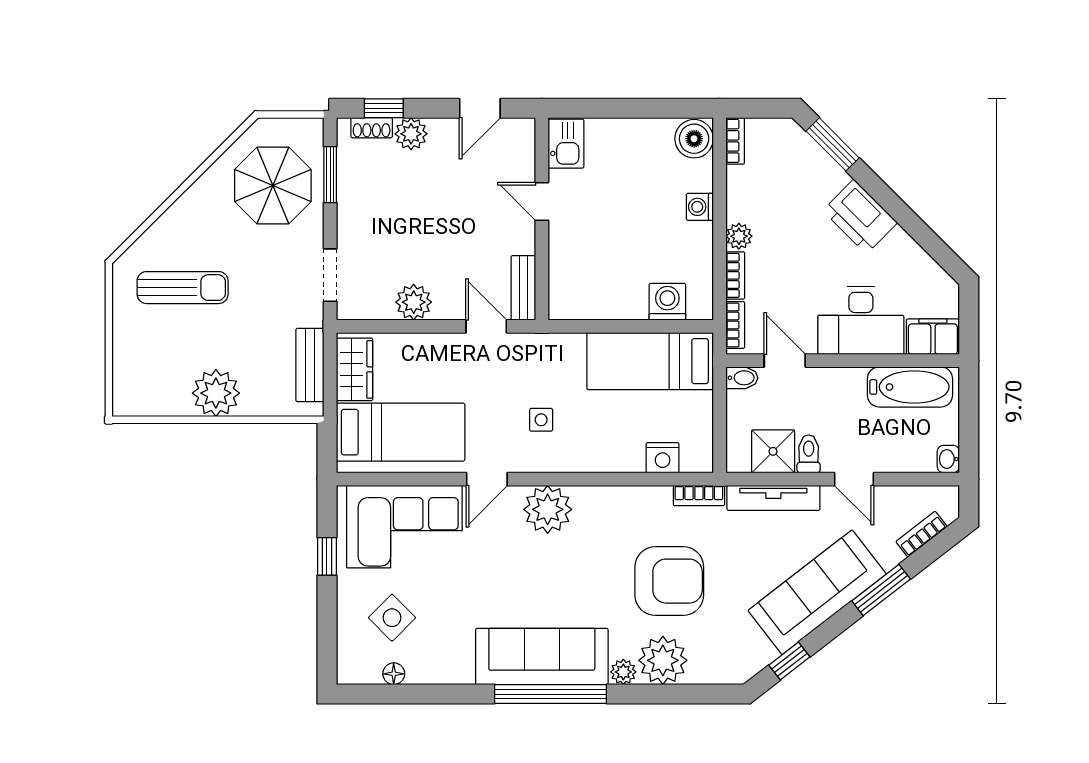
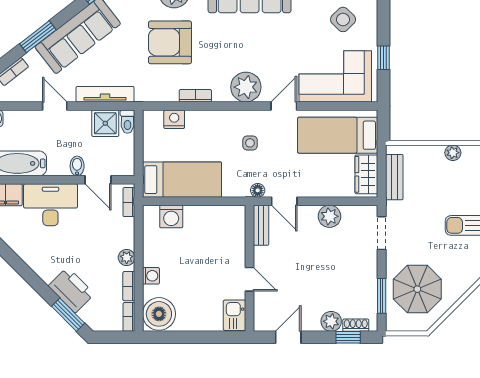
boiler: (694, 139) -> (159, 314), width x1.37, depth x1.37
printer: (860, 217) -> (71, 290), moved
bookcase: (735, 275) -> (129, 286), moved
floor lamp: (529, 344) -> (258, 190), added
bidet: (742, 378) -> (77, 166), moved, turned 90
plant: (216, 393) -> (453, 153), width x0.53, depth x0.53
toilet: (809, 454) -> (127, 122), moved
bookcase: (699, 496) -> (195, 96), moved

